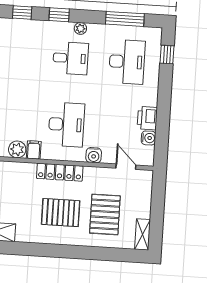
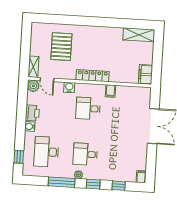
window: (125, 19) -> (62, 182), moved
desk: (66, 125) -> (88, 108), width x0.73
water cooler: (149, 138) -> (30, 126), moved
plant: (17, 149) -> (33, 86), moved
pallet: (61, 213) -> (92, 48), removed
shelving: (142, 234) -> (33, 67), moved

